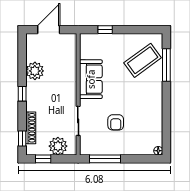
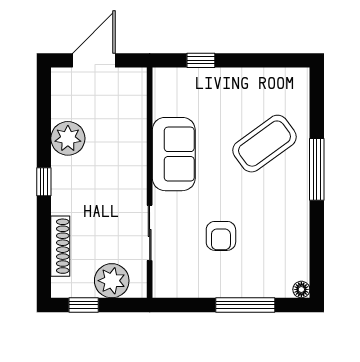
coffee table: (143, 60) -> (265, 144), moved
window: (166, 65) -> (317, 169), moved
window: (22, 139) -> (44, 266), removed
window: (105, 159) -> (245, 305), moved

